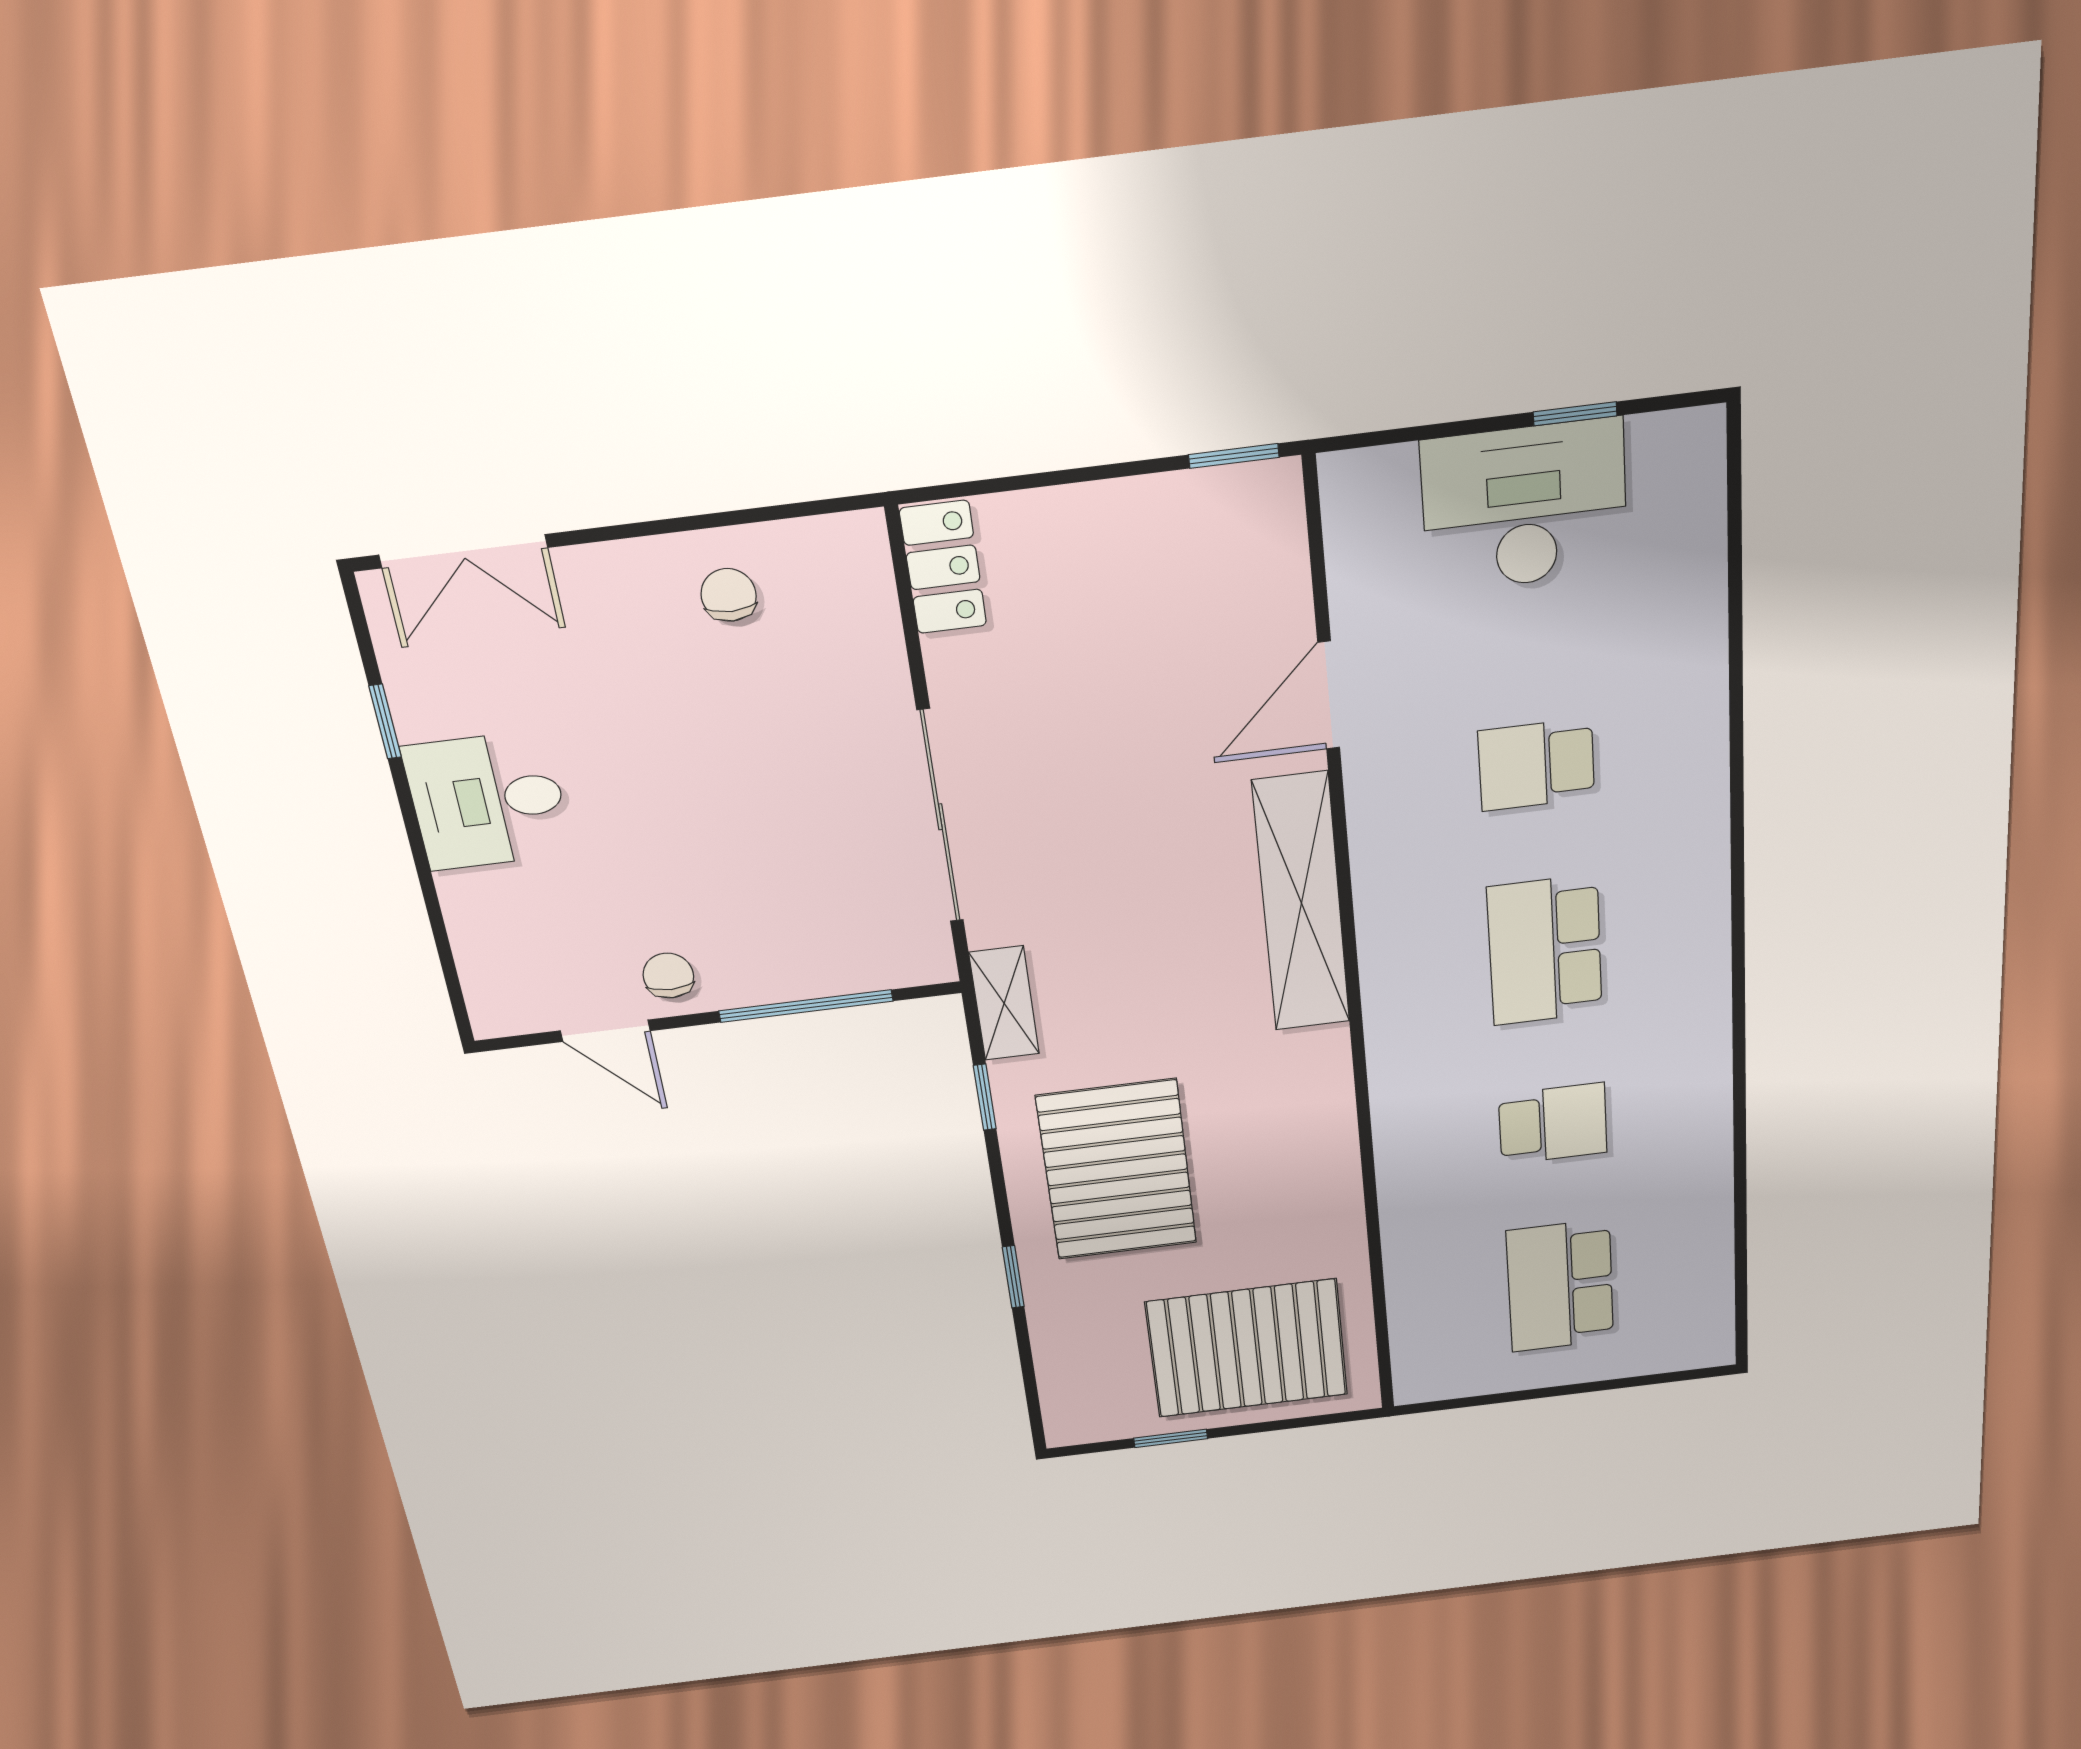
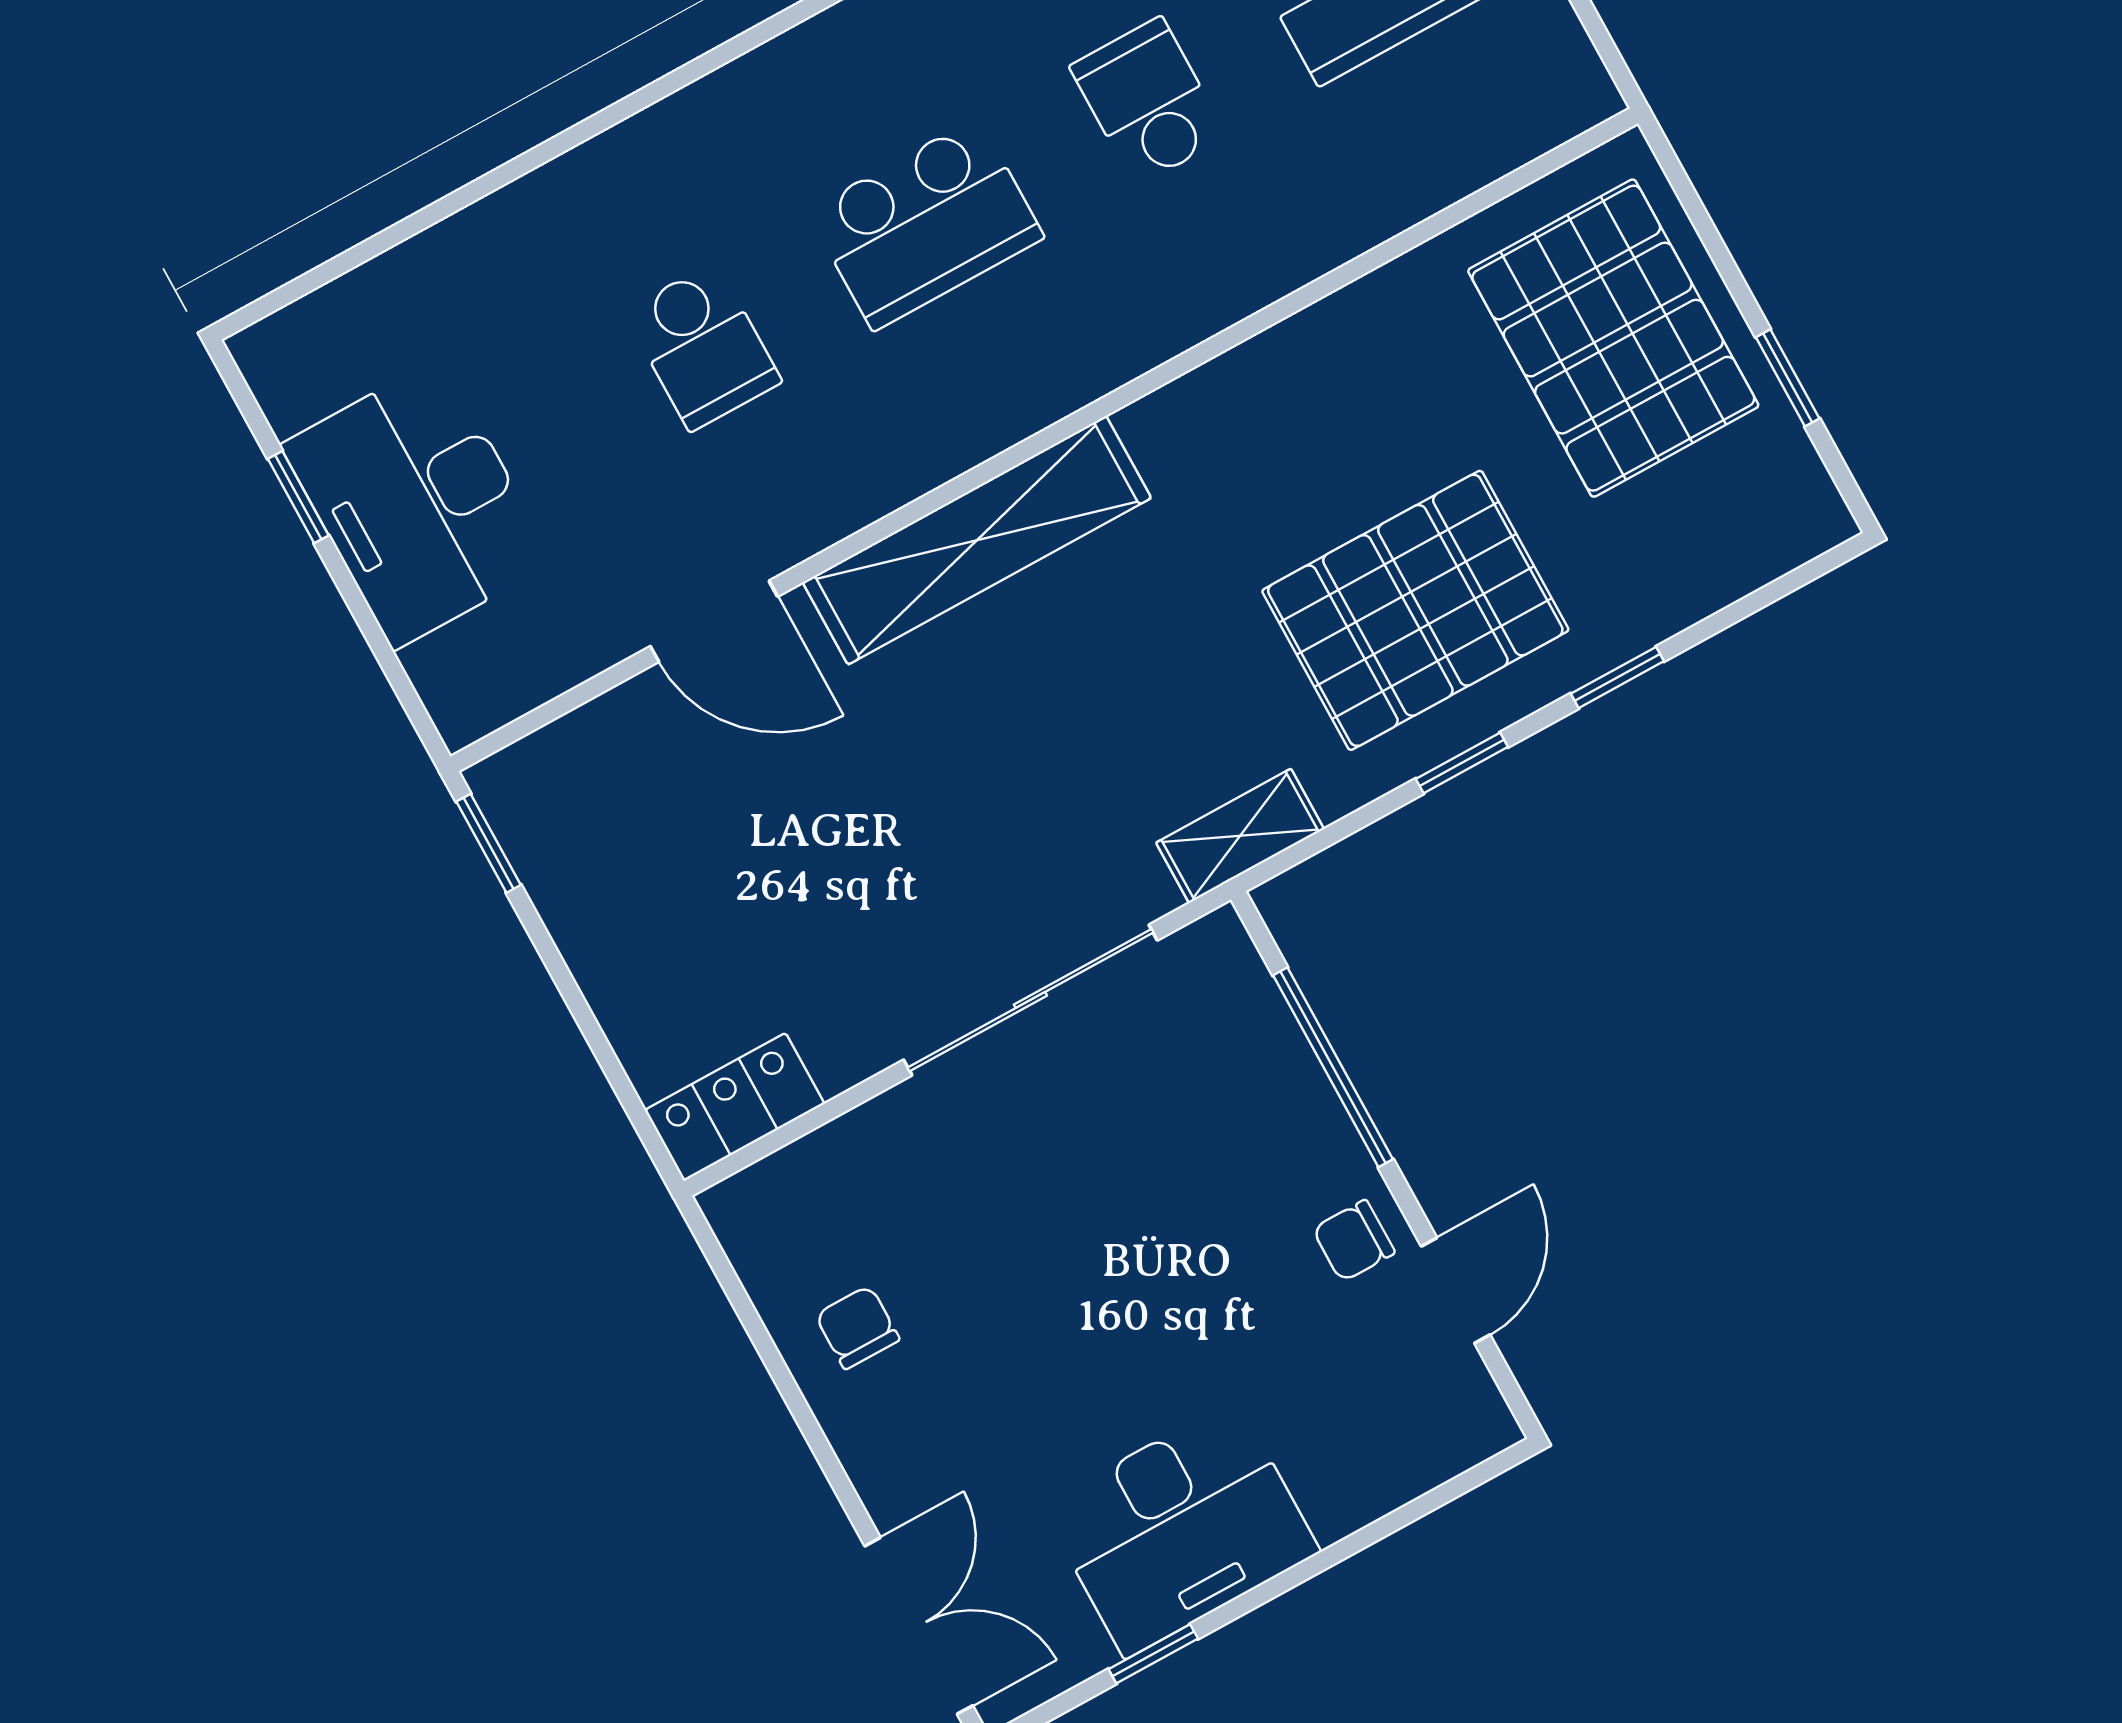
chair: (729, 595) -> (857, 1327), turned 90
desk: (488, 801) -> (1180, 1529), width x1.37
window: (985, 1097) -> (1462, 763), moved

